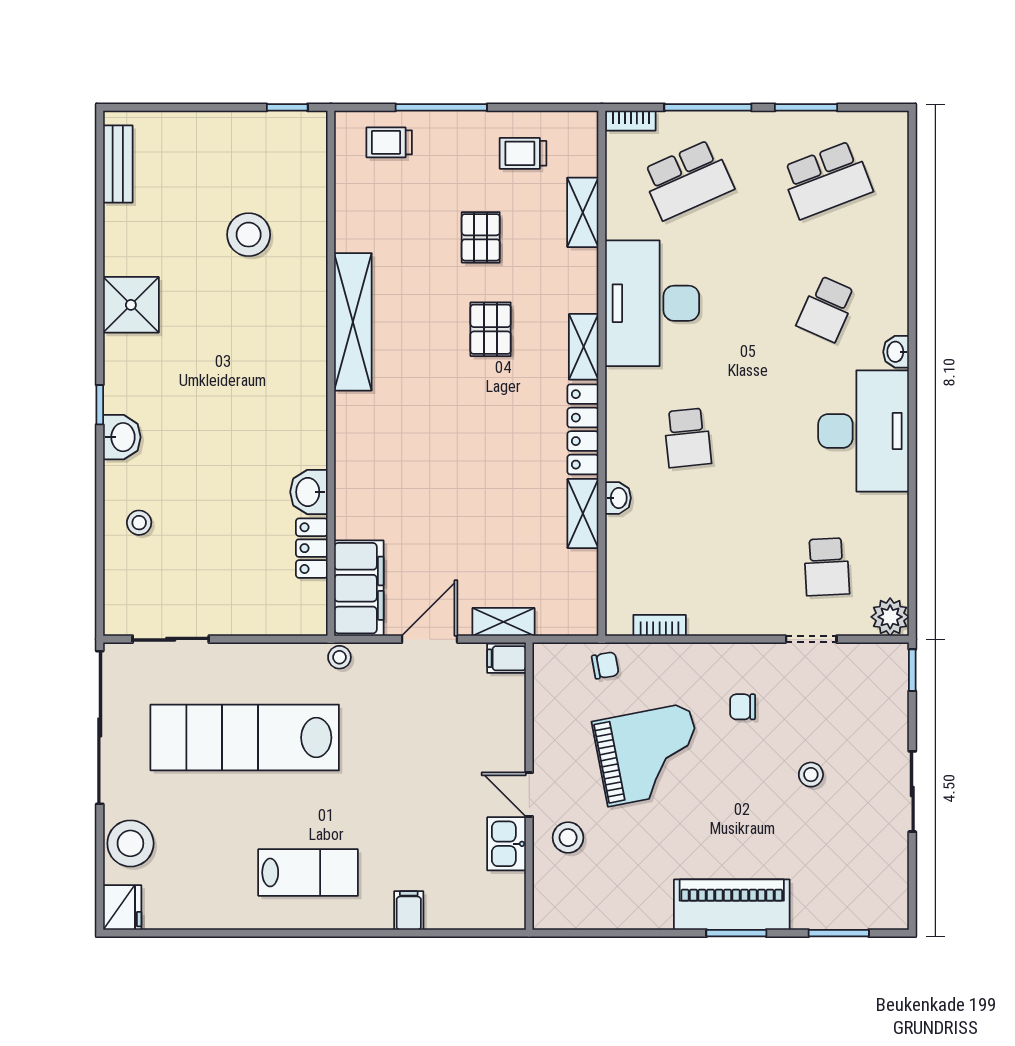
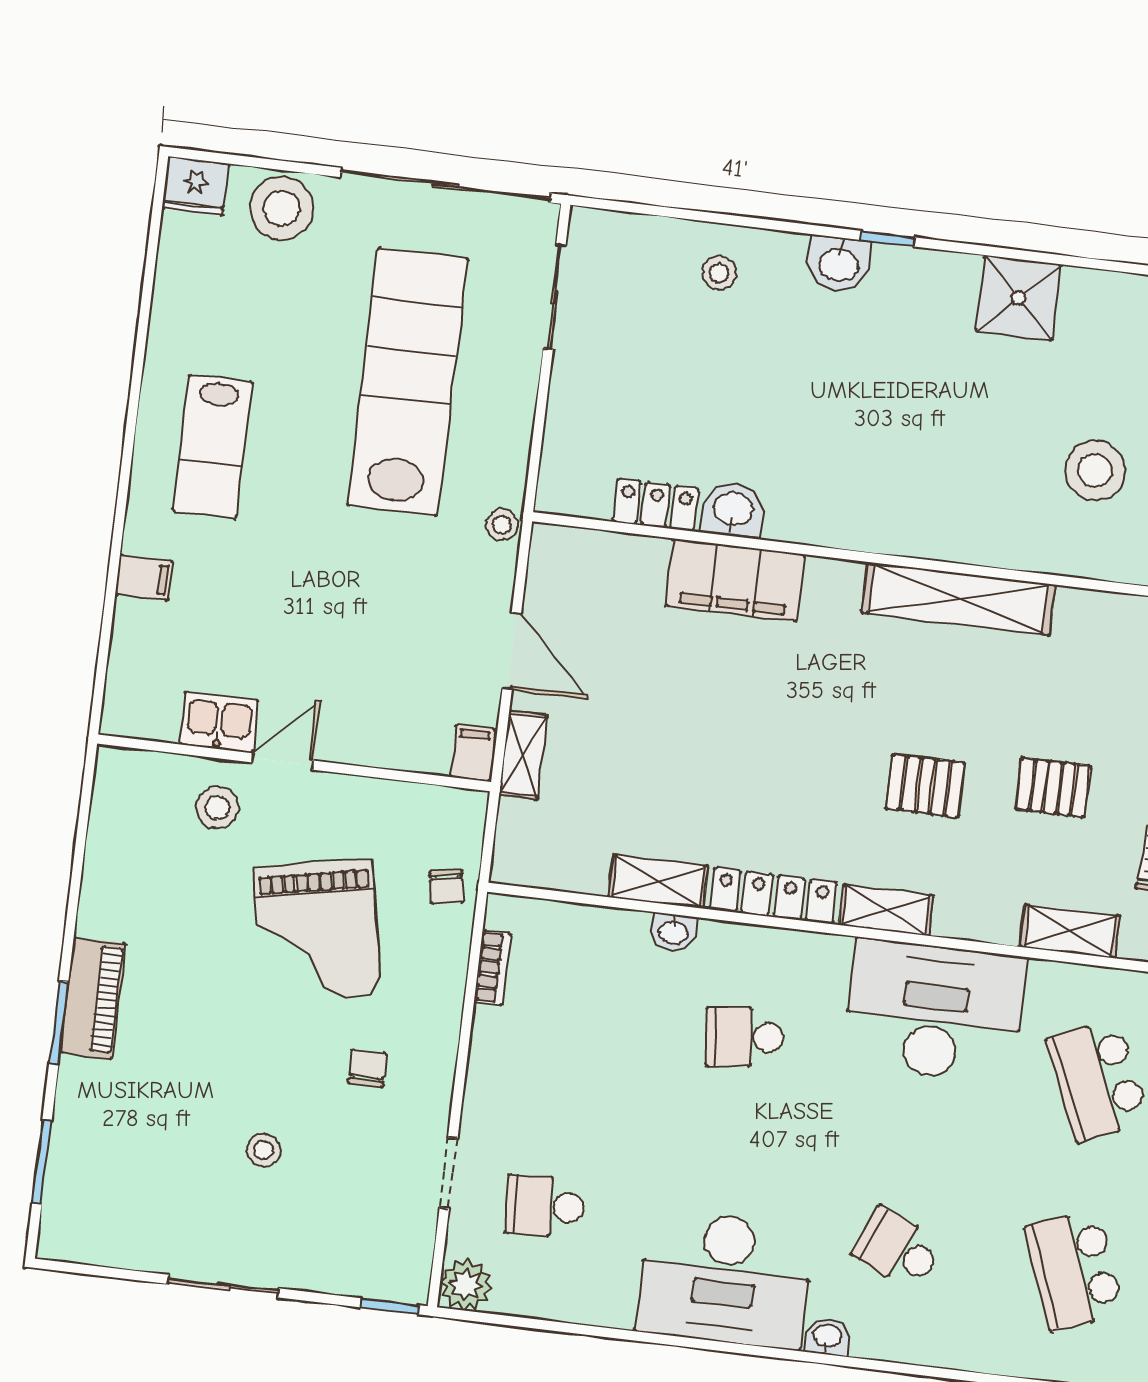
filing cabinet: (359, 588) -> (735, 580), moved
piano: (732, 905) -> (93, 998), width x0.73, depth x0.75

